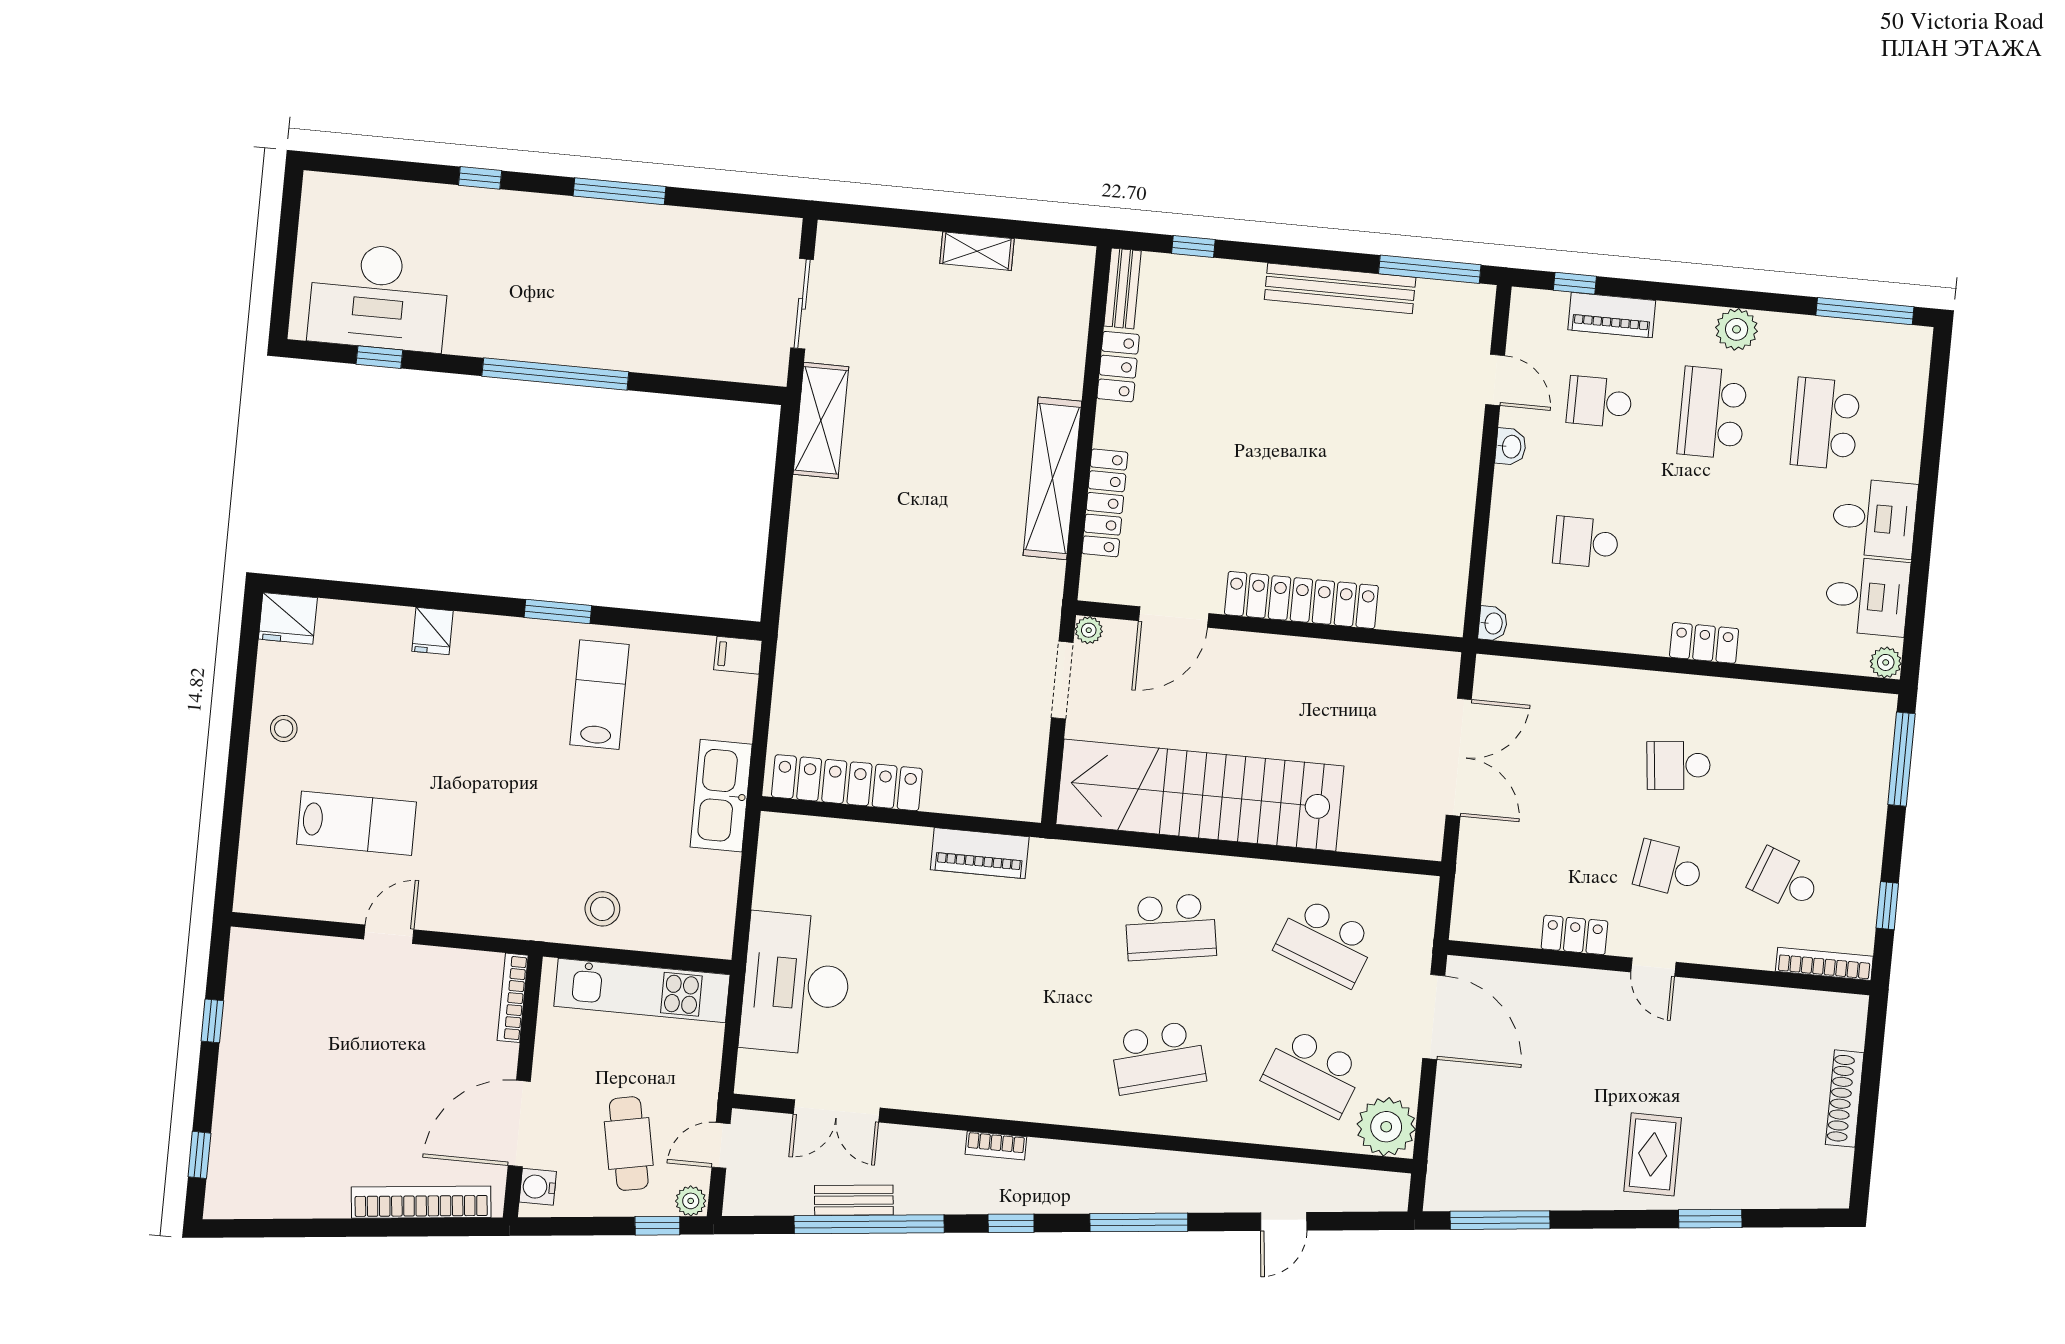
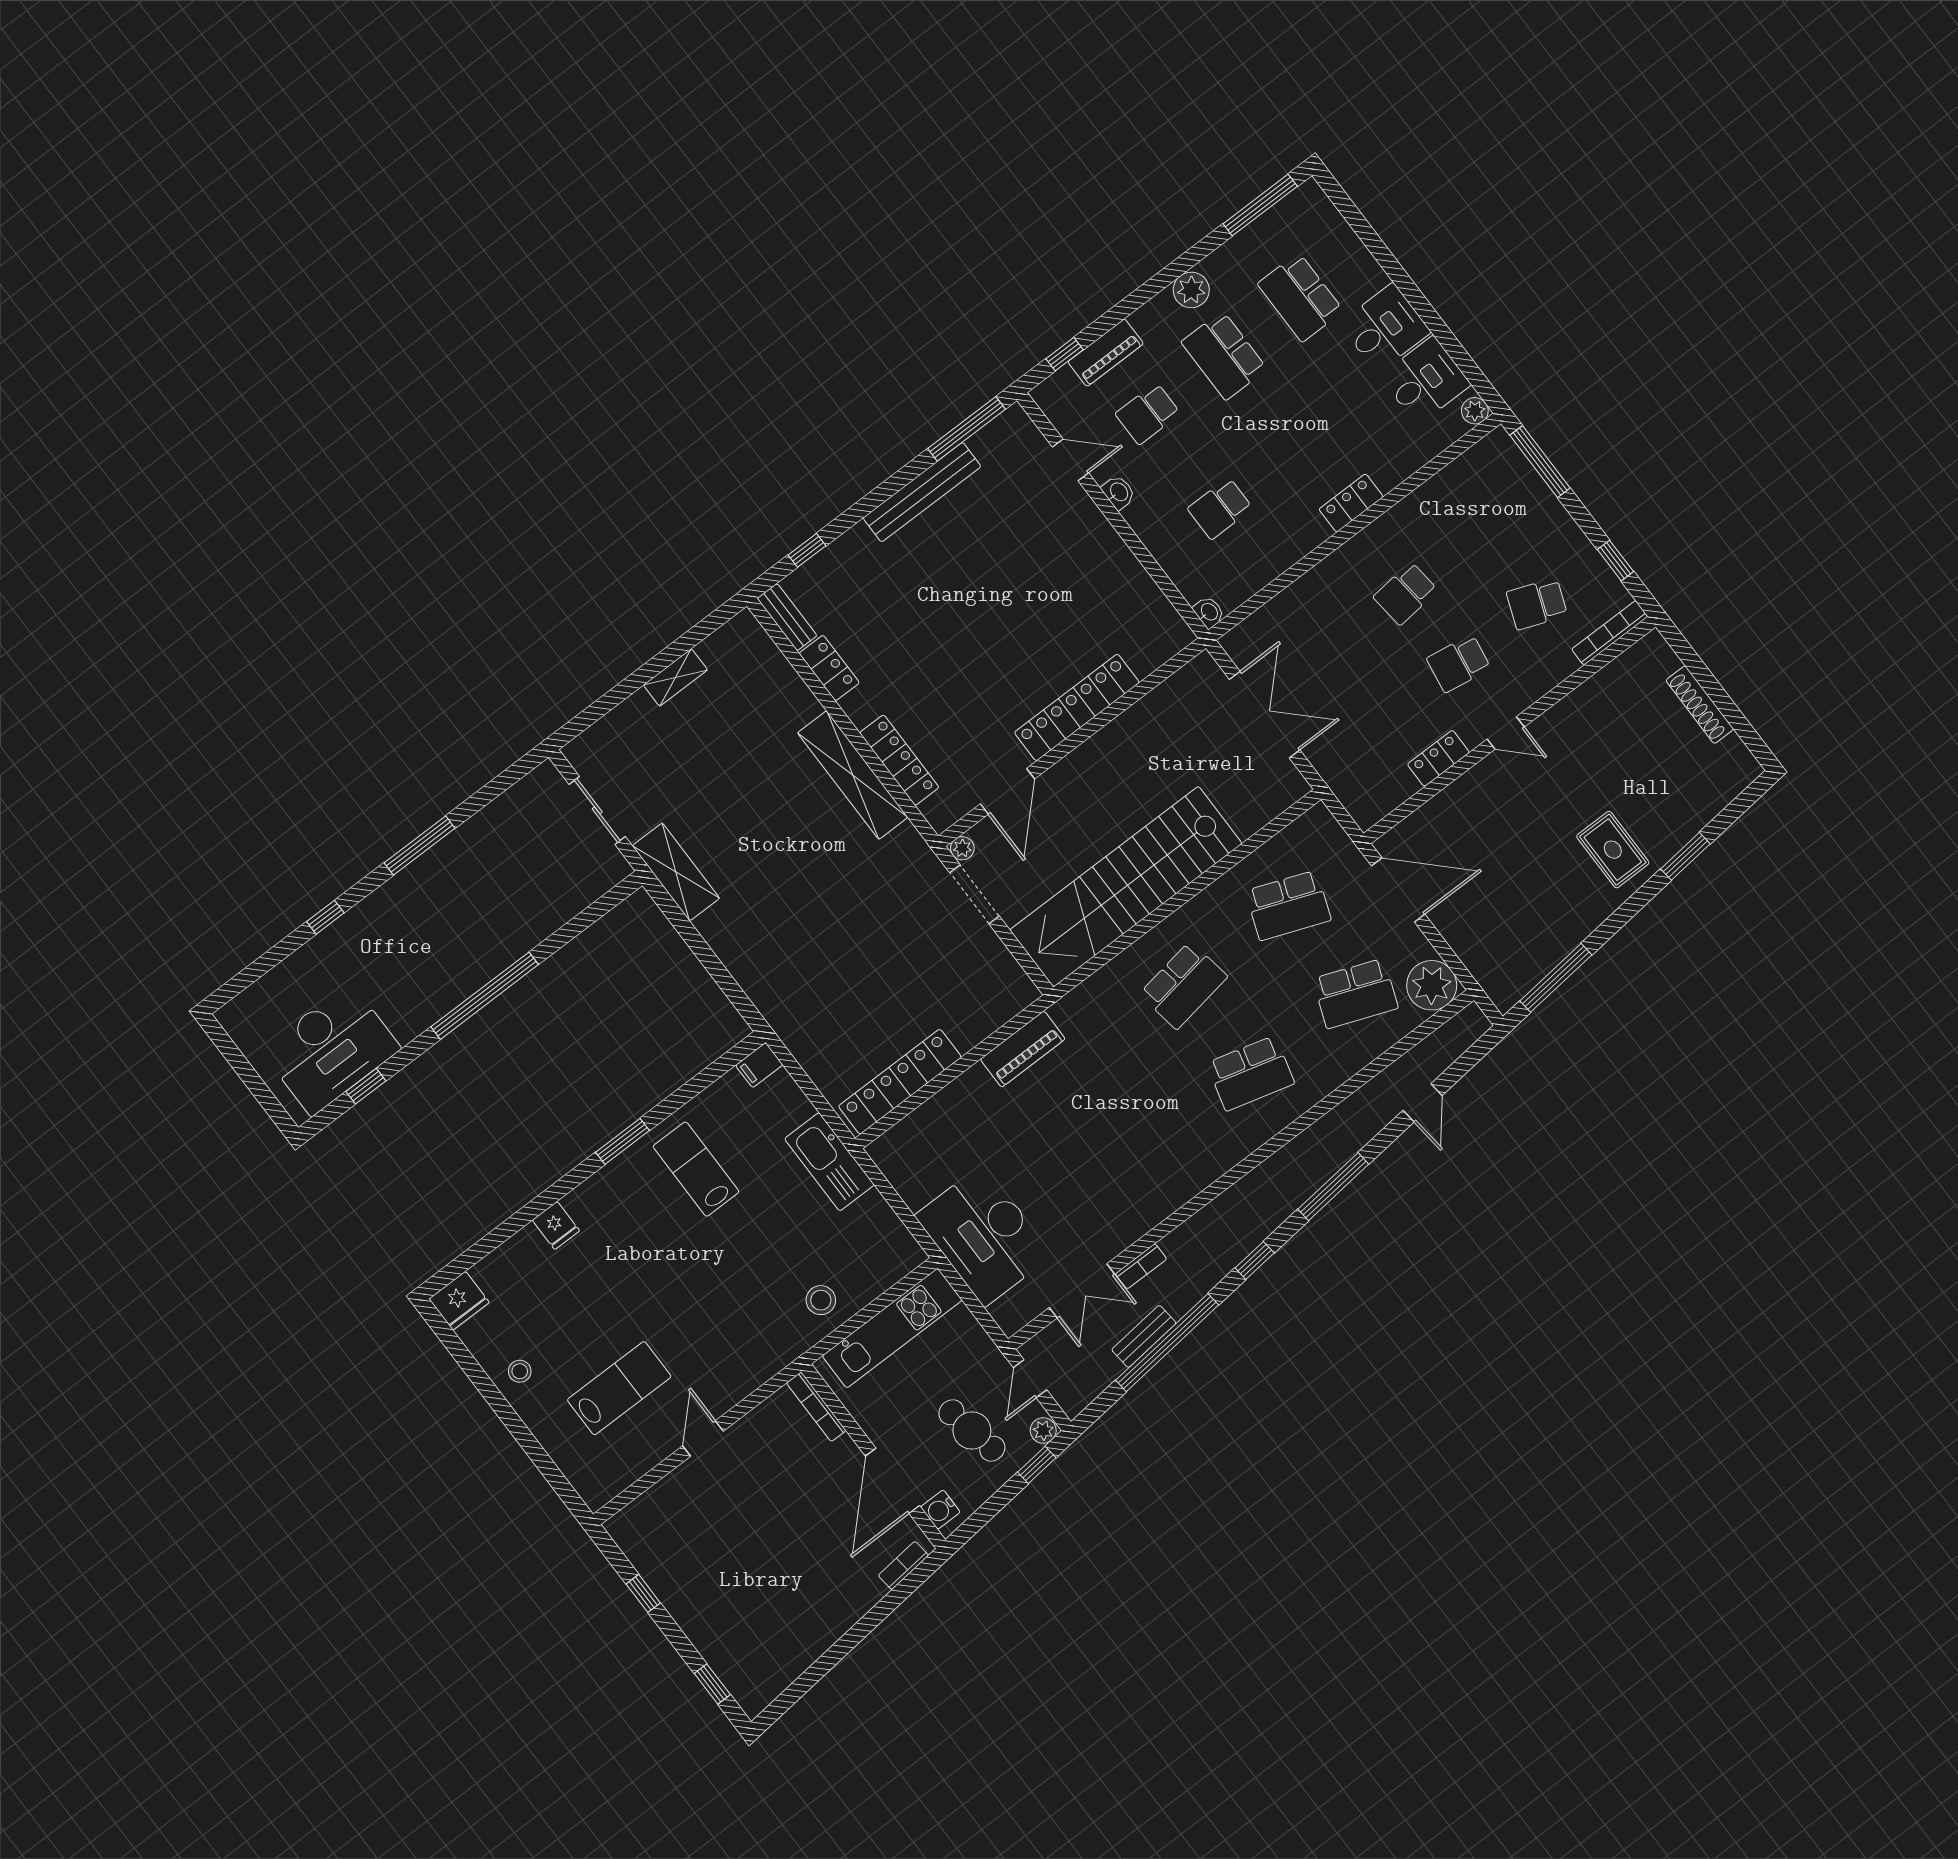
school desk: (1158, 1057) -> (1251, 1073), turned 30
bookcase: (996, 1145) -> (1141, 1266), moved
bookcase: (421, 1202) -> (903, 1565), width x0.43, depth x0.76

